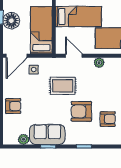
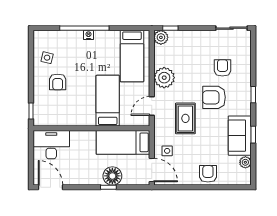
plant: (99, 63) -> (164, 78), width x1.88, depth x1.88
armchair: (81, 111) -> (214, 97), turned 90

